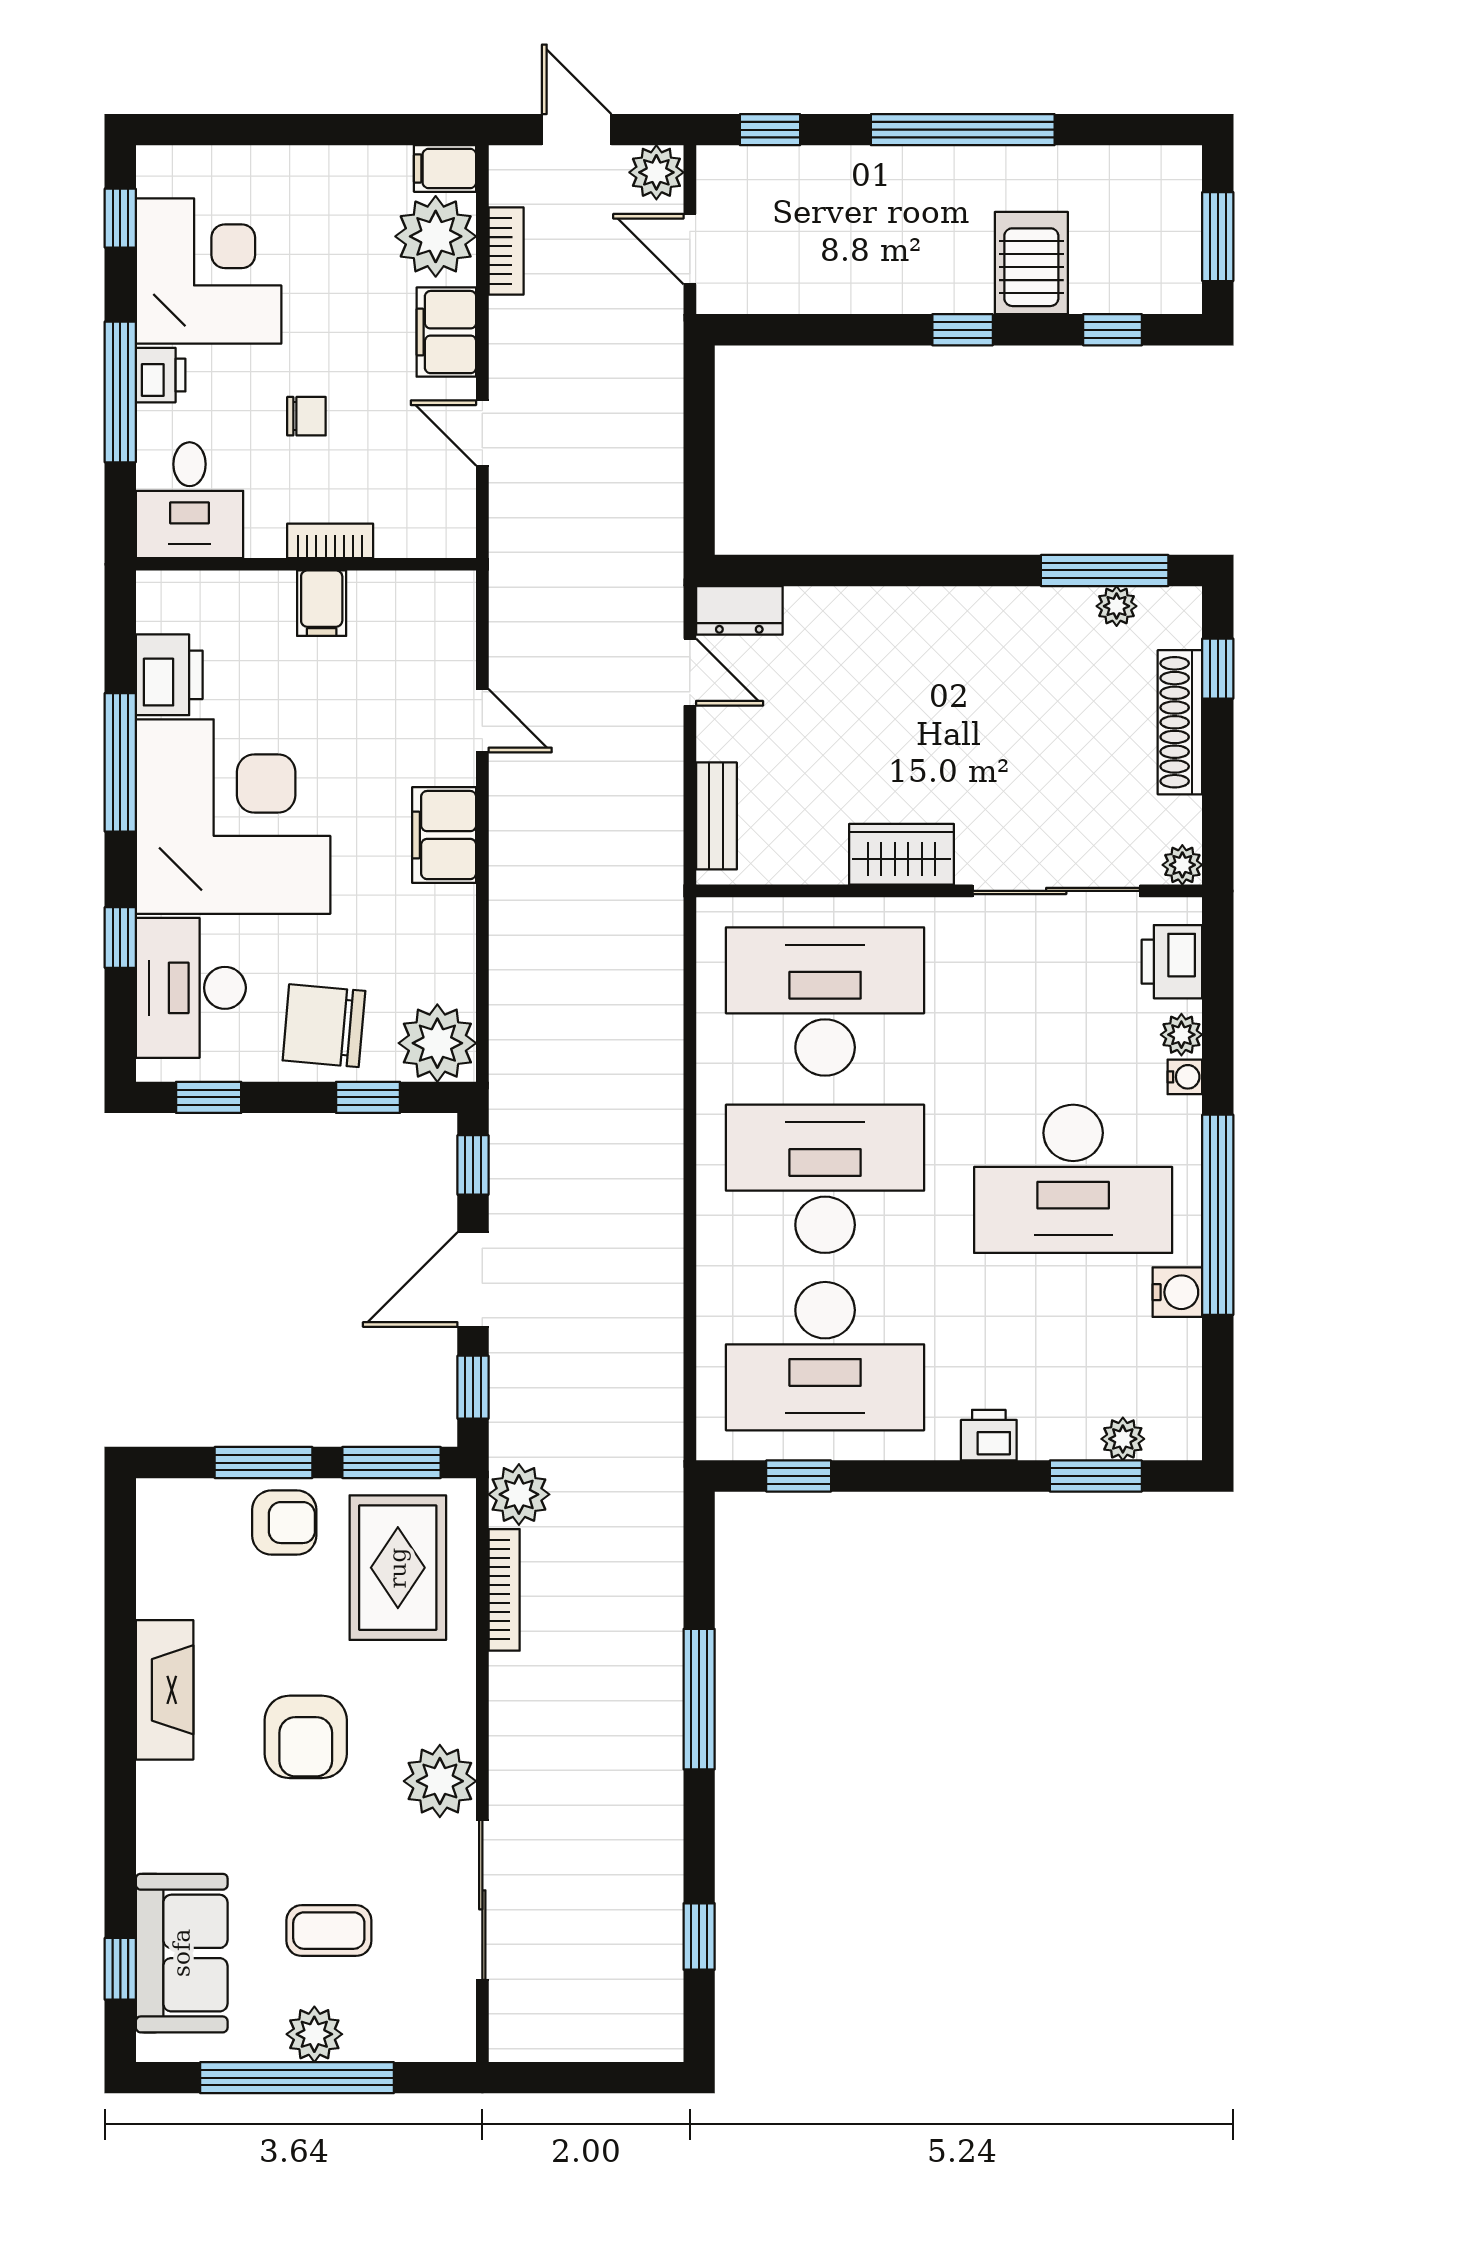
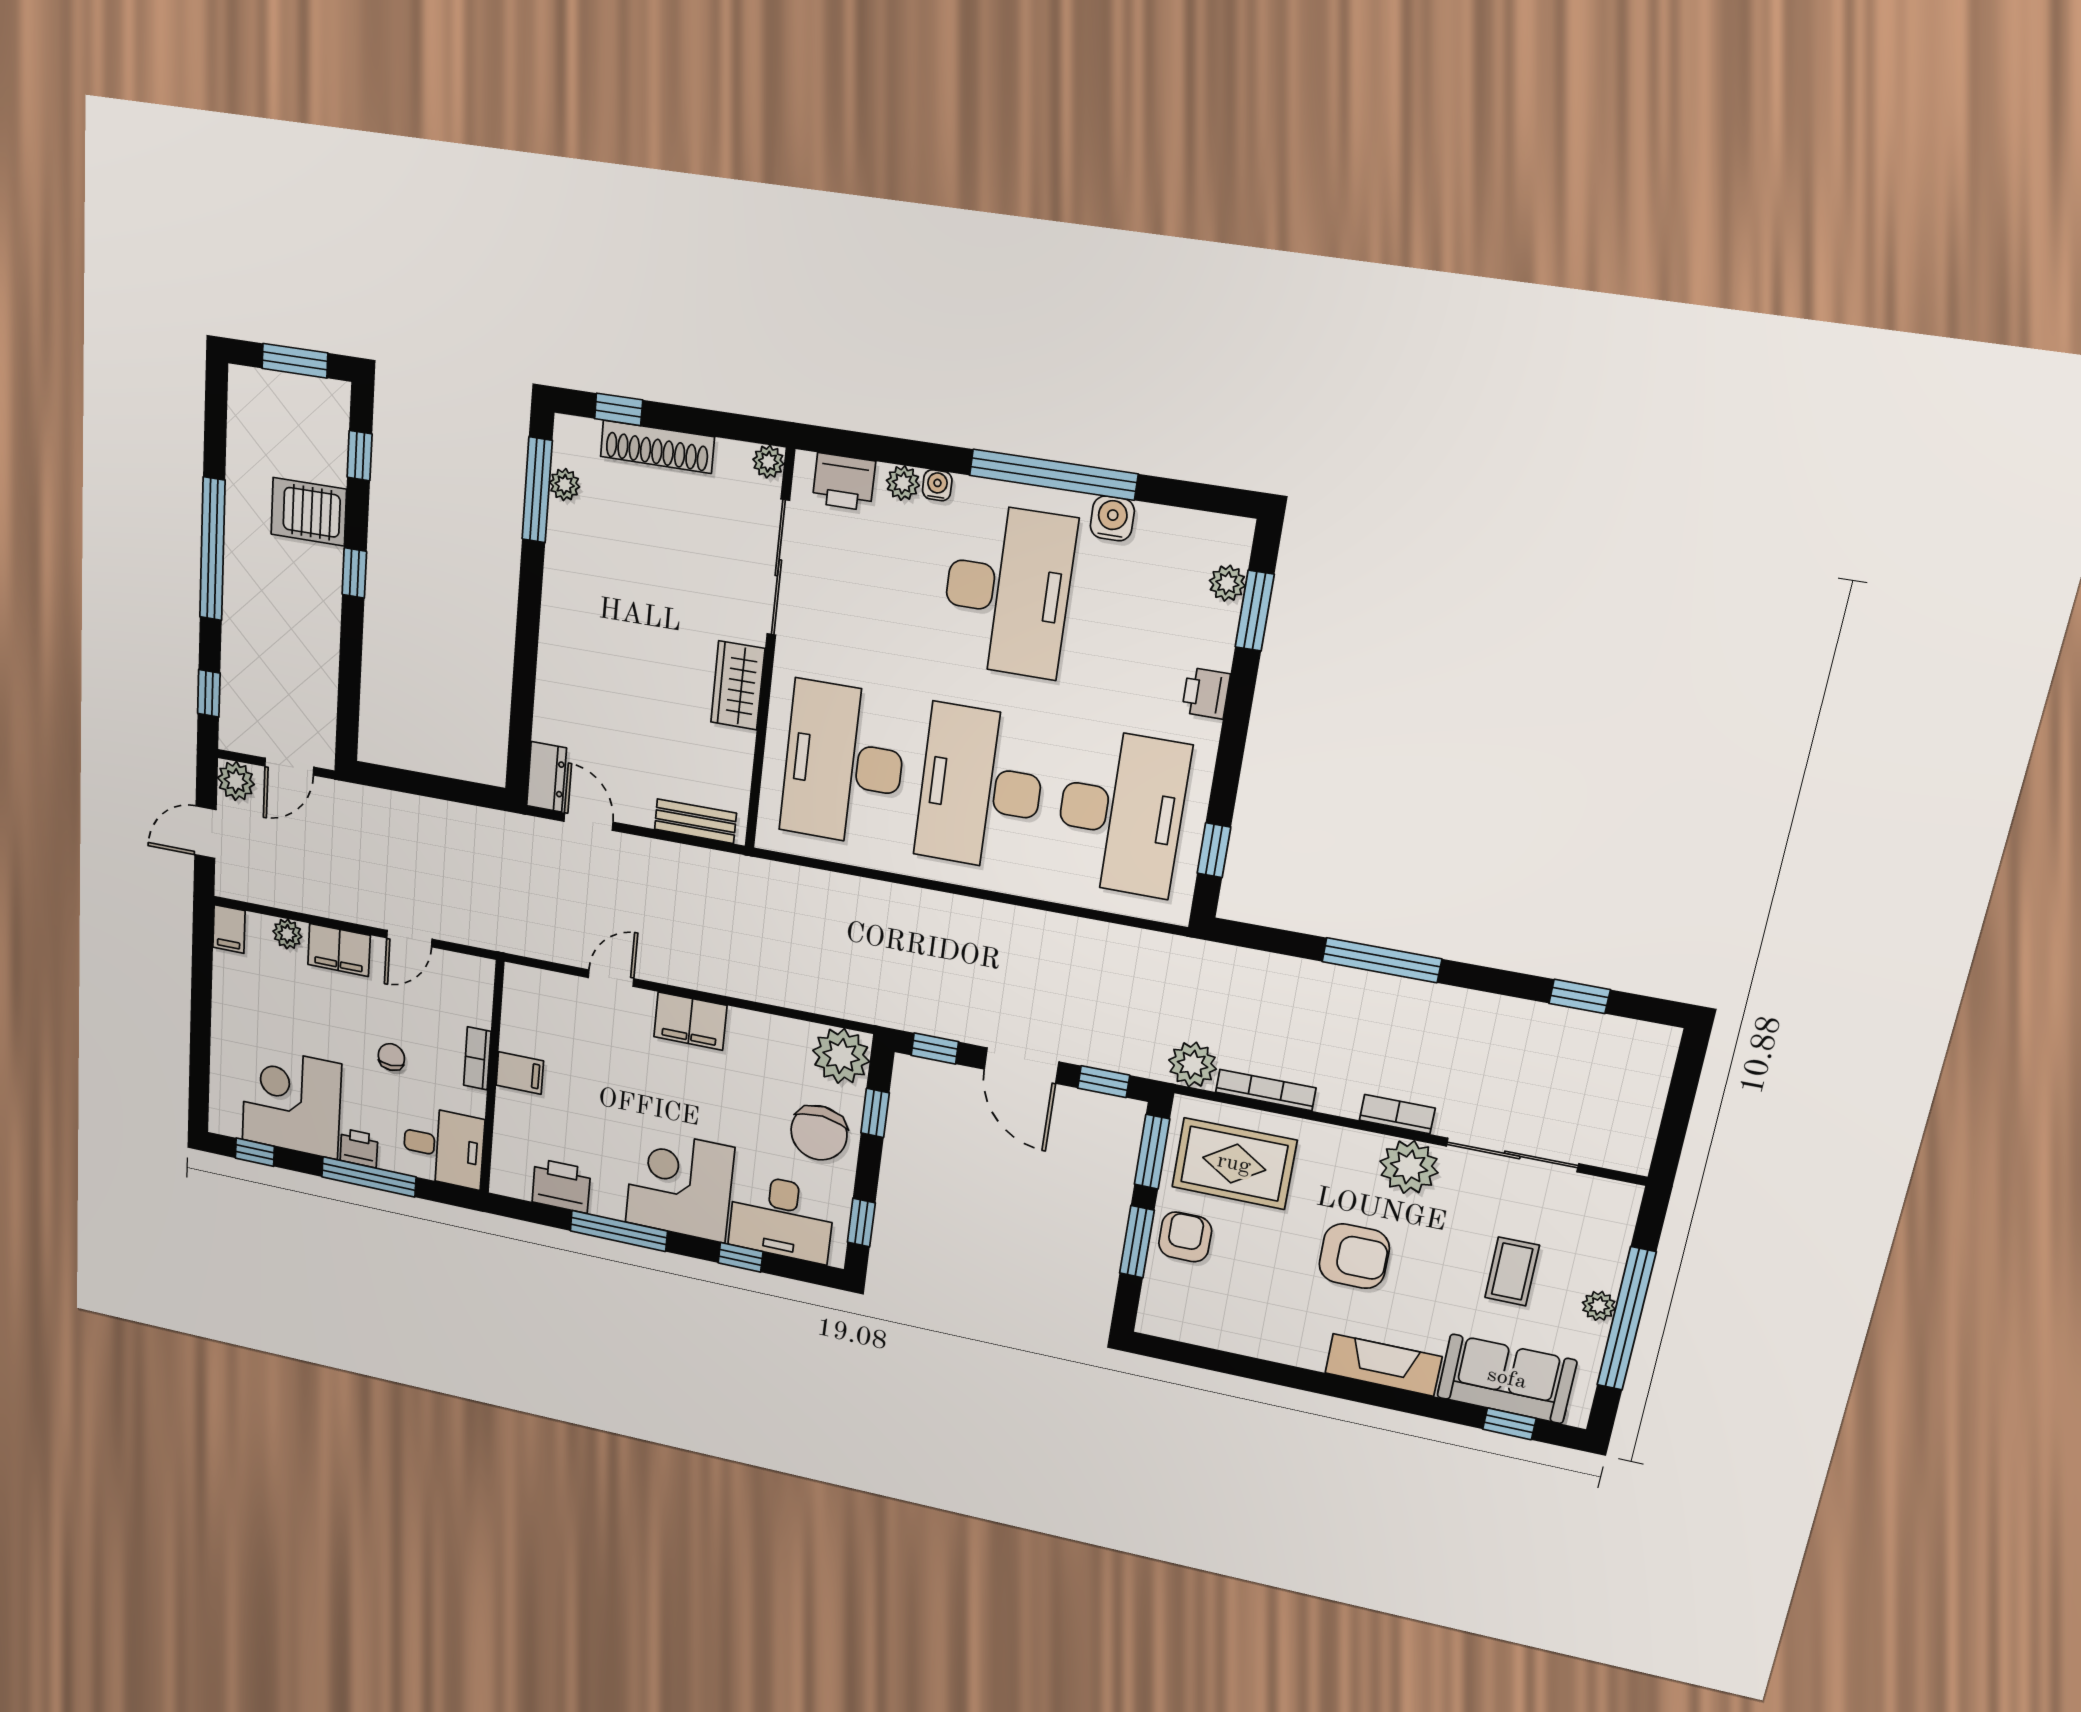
plant: (436, 236) -> (287, 934), width x0.53, depth x0.53
bookcase: (506, 251) -> (1397, 1114), moved
door: (690, 672) -> (588, 822), hinge flipped
corner desk: (233, 817) -> (680, 1185), width x0.74, depth x0.74
fireplace: (165, 1690) -> (1383, 1365), moved
plant: (314, 2034) -> (1599, 1306), width x0.73, depth x0.73

